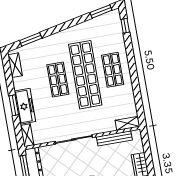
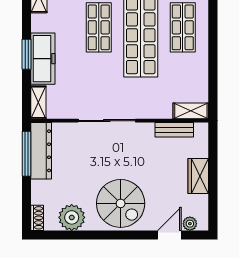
bench: (114, 138) -> (174, 130), width x0.73

